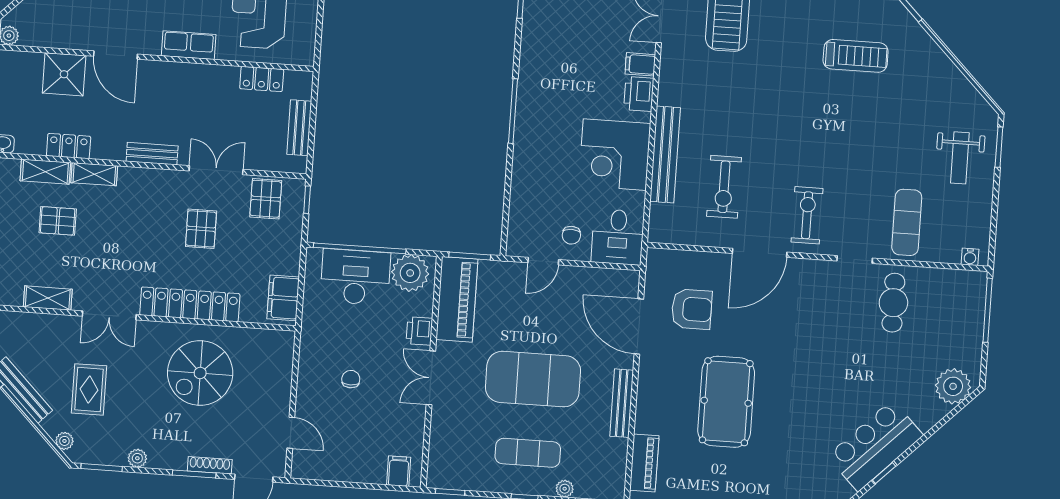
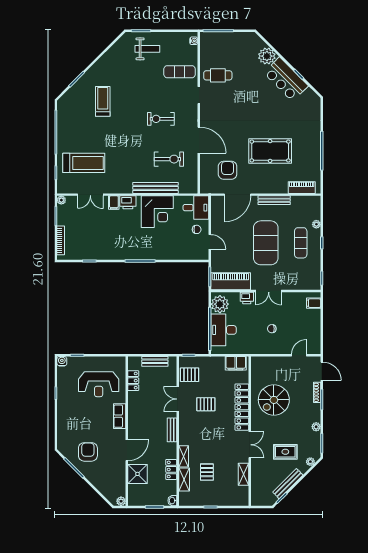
exercise bike: (807, 215) -> (161, 119), moved
spiral stairs: (200, 373) -> (274, 400), turned 90
plant: (953, 386) -> (267, 56), moved

